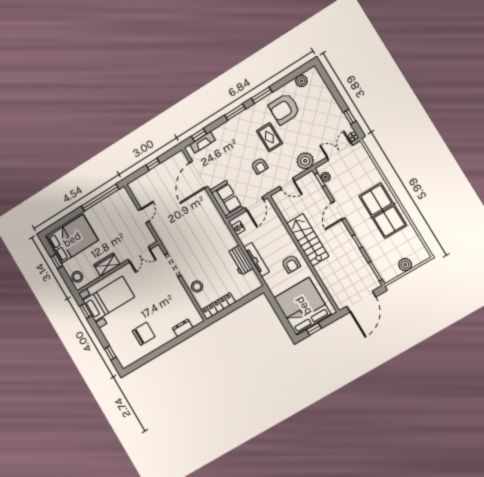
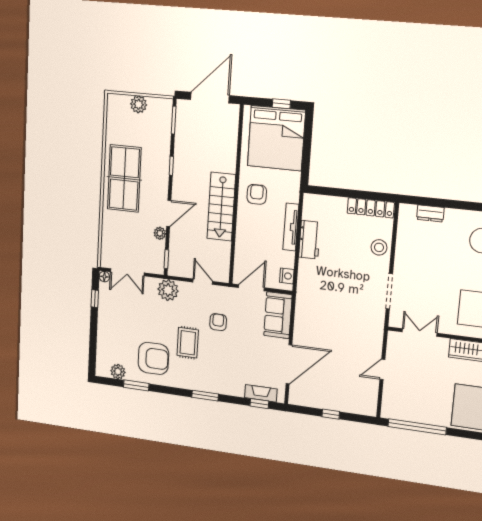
window: (262, 95) -> (136, 385), moved
plant: (326, 177) -> (160, 233), moved

